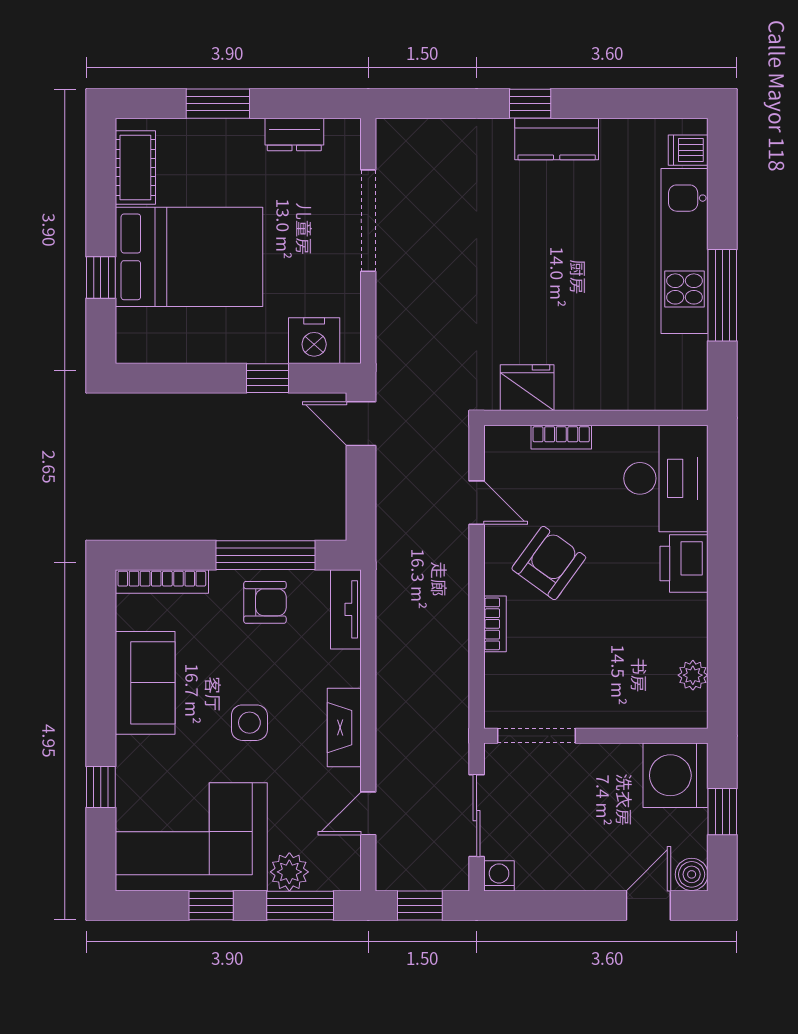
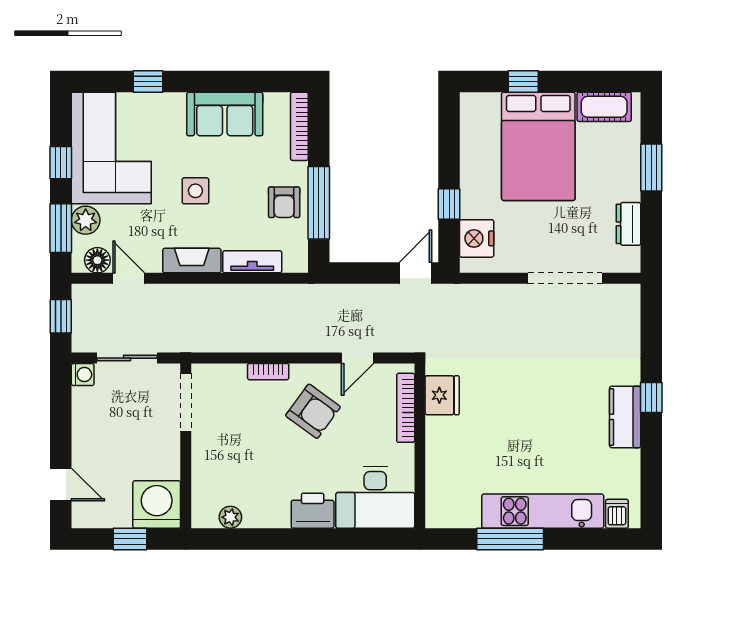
bookcase: (561, 437) -> (406, 408), width x1.56
tv unit: (346, 609) -> (252, 262), moved
floor lamp: (344, 856) -> (97, 260), added
boiler: (692, 874) -> (84, 516), removed

